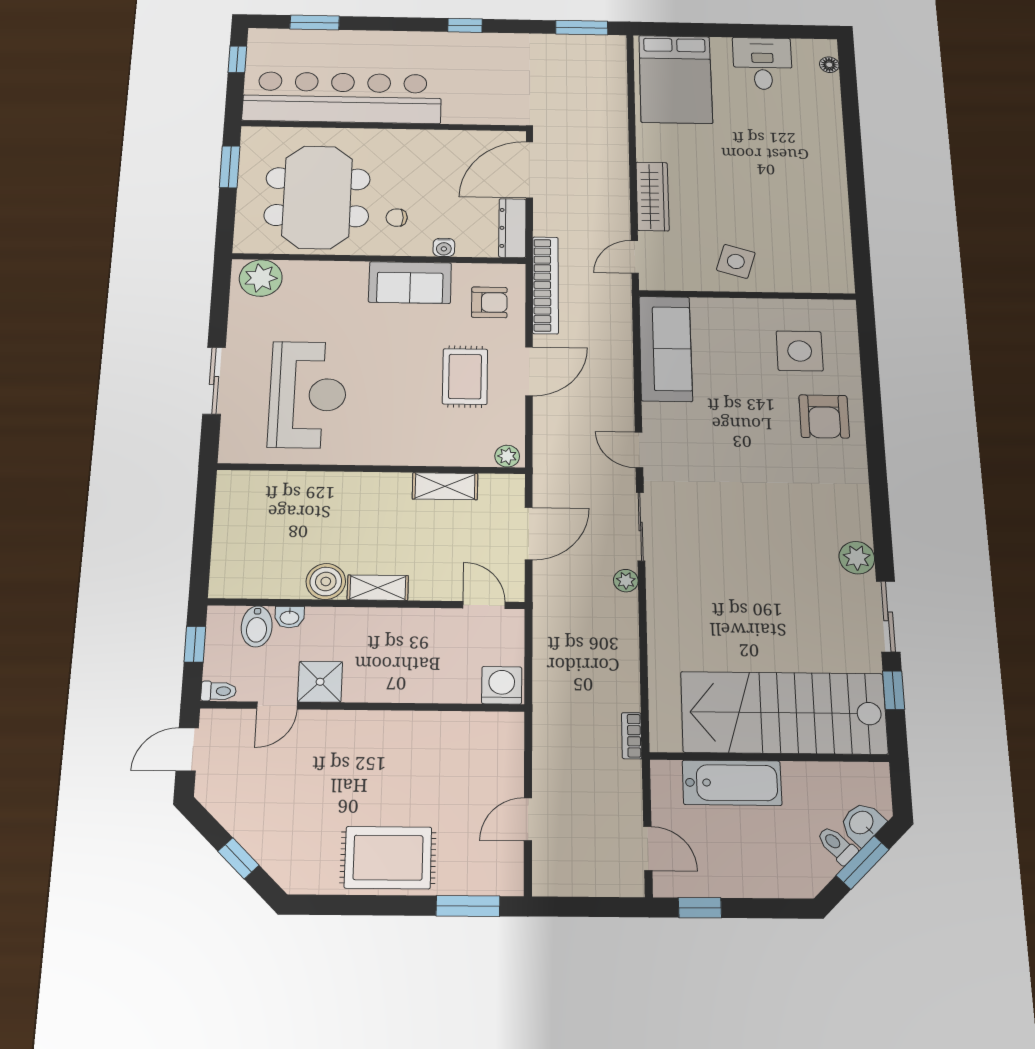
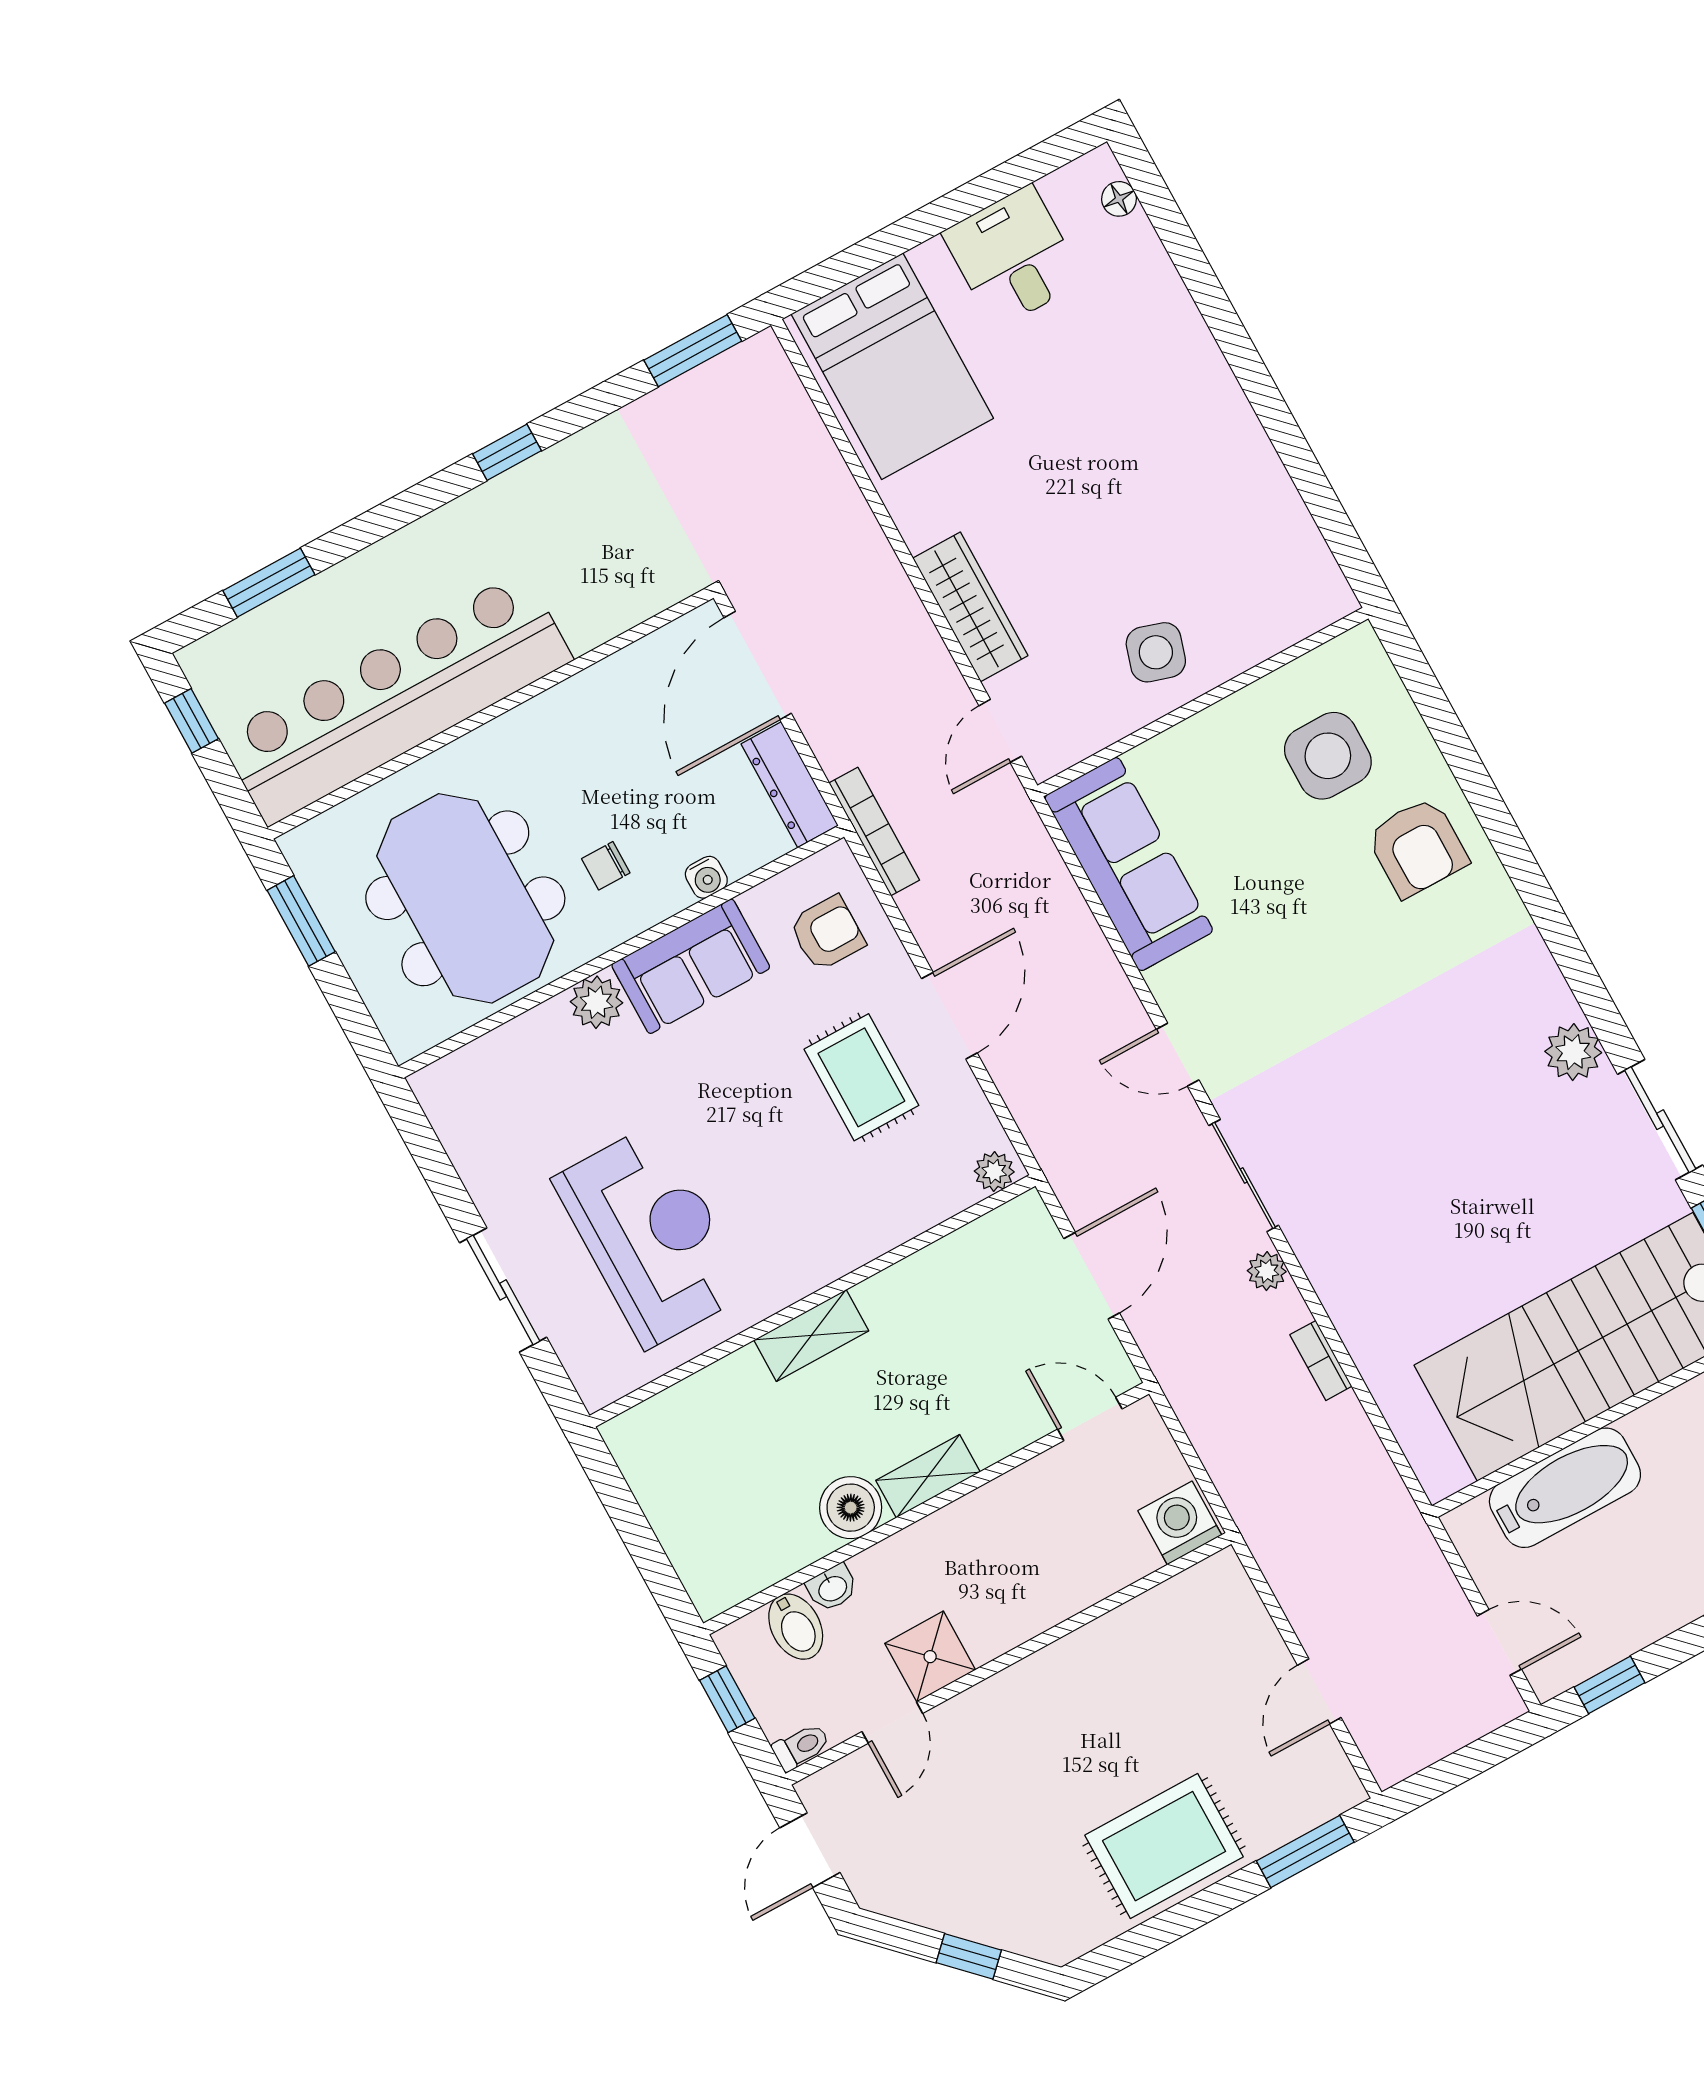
plant: (261, 278) -> (596, 1002), moved, width x0.73, depth x0.73
bookcase: (545, 285) -> (874, 832), width x0.68, depth x0.76
shelving: (445, 486) -> (811, 1335), moved
bookcase: (632, 736) -> (1321, 1360), moved

